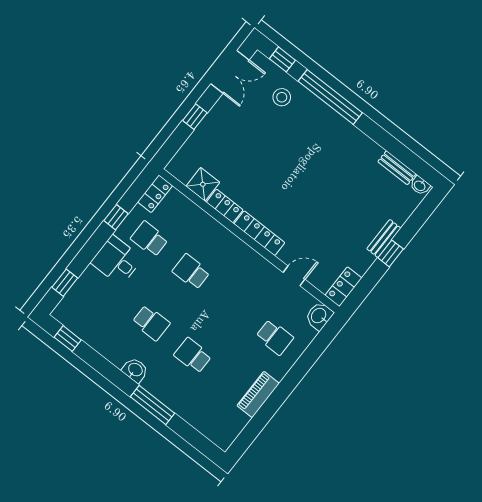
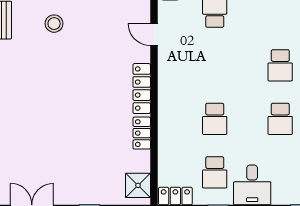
stool: (282, 97) -> (54, 24), moved
shower: (203, 184) -> (138, 185), moved
school desk: (151, 323) -> (280, 119), turned 180

